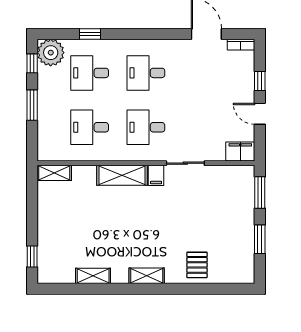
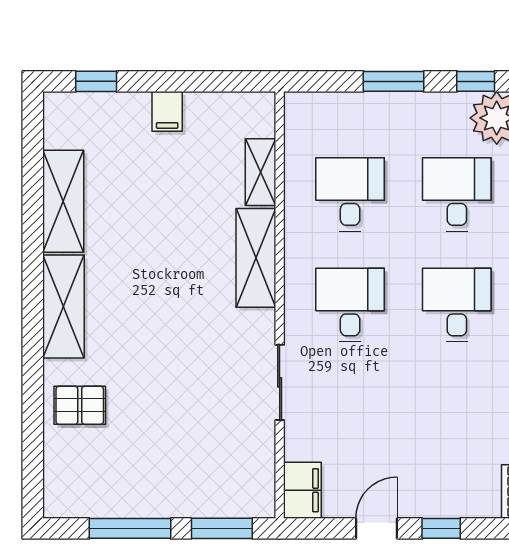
shelving: (54, 173) -> (261, 172), moved
filing cabinet: (156, 175) -> (167, 111), moved, turned -90
window: (260, 239) -> (130, 528), width x1.44
shelving: (93, 276) -> (63, 201), width x1.50, depth x1.33
shelving: (147, 276) -> (63, 307), width x1.50, depth x1.33

